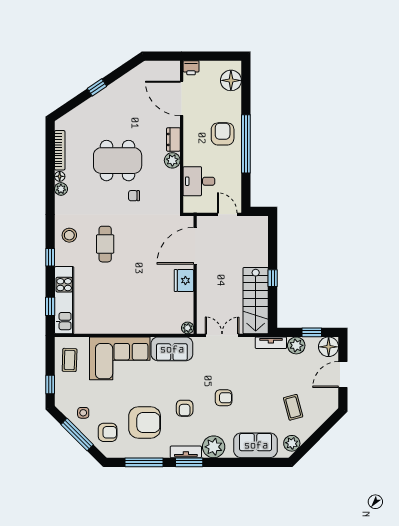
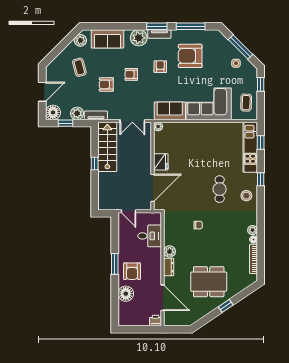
floor lamp: (231, 80) -> (126, 294), moved
window: (246, 144) -> (115, 264), width x0.47
dining table: (118, 161) -> (209, 282), moved
armchair: (108, 432) -> (106, 84), moved

